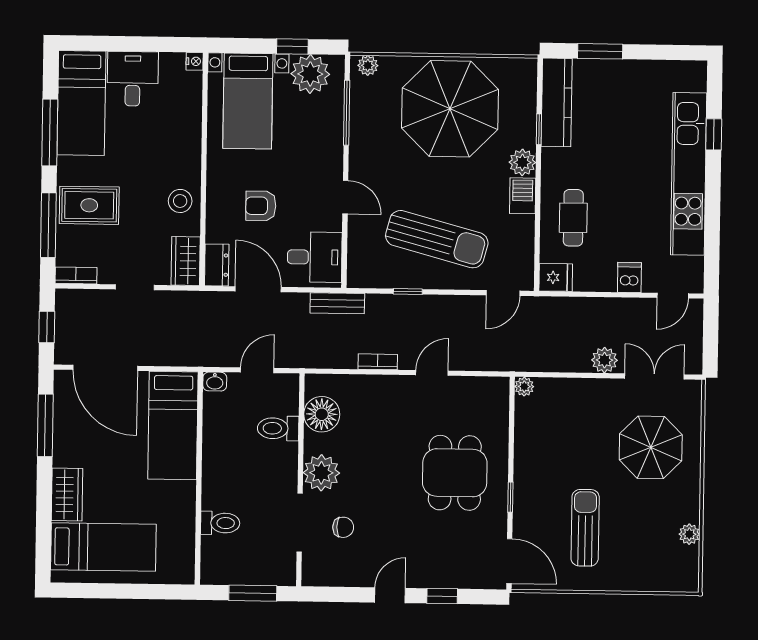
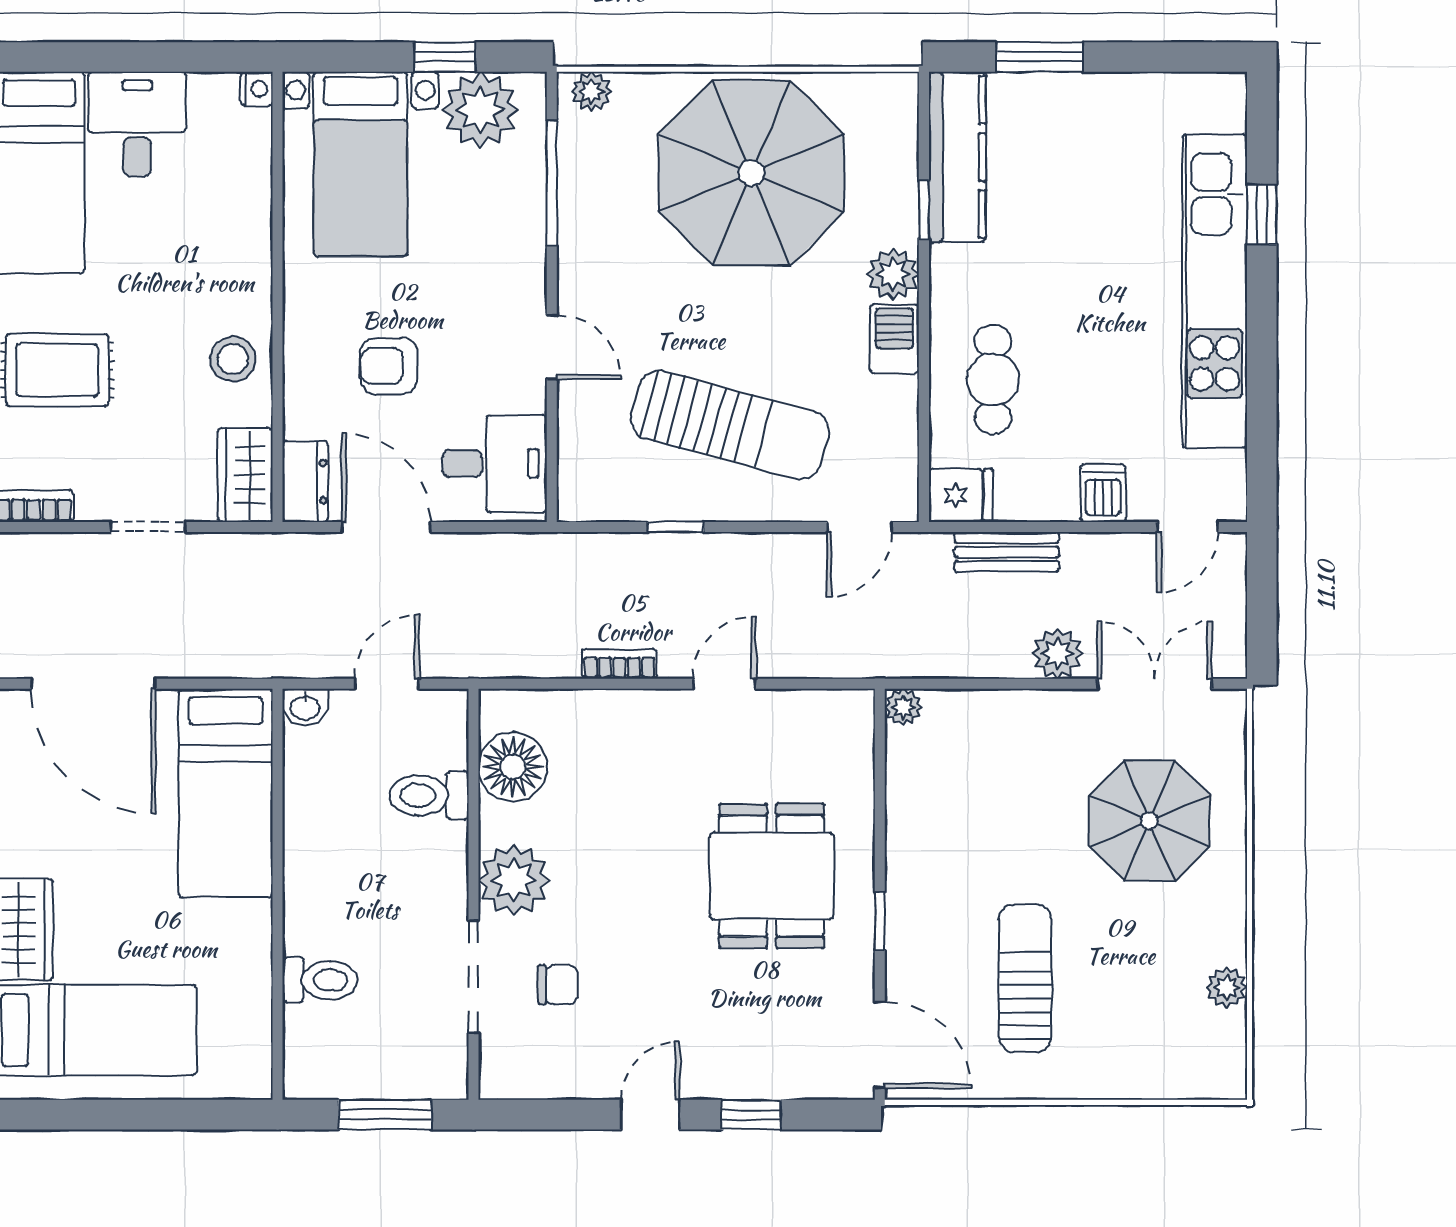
bench: (337, 303) -> (1007, 552), moved

